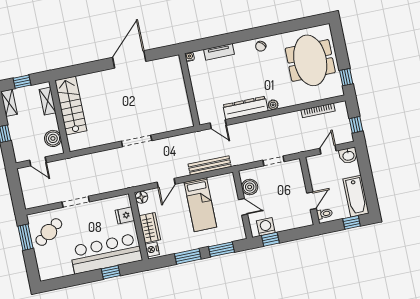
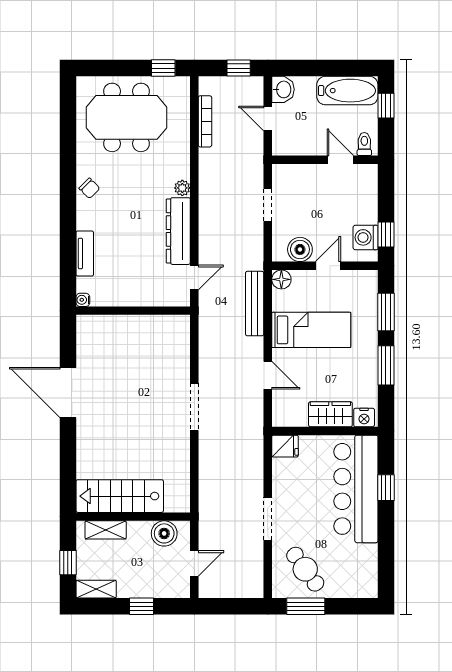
floor lamp: (141, 197) -> (281, 279), moved
fridge: (125, 215) -> (285, 446), moved, turned -90

